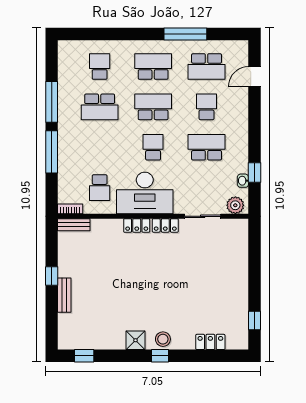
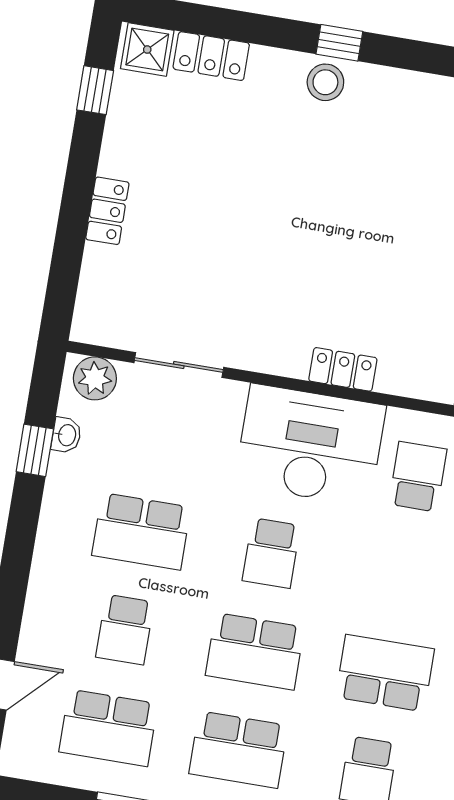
school desk: (207, 66) -> (108, 728), turned 180
locker: (165, 225) -> (107, 211), moved, turned 90
shower: (136, 340) -> (147, 50), moved

